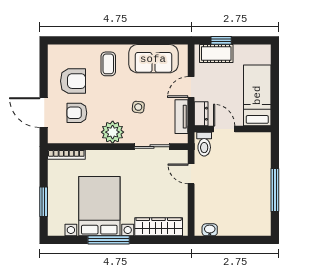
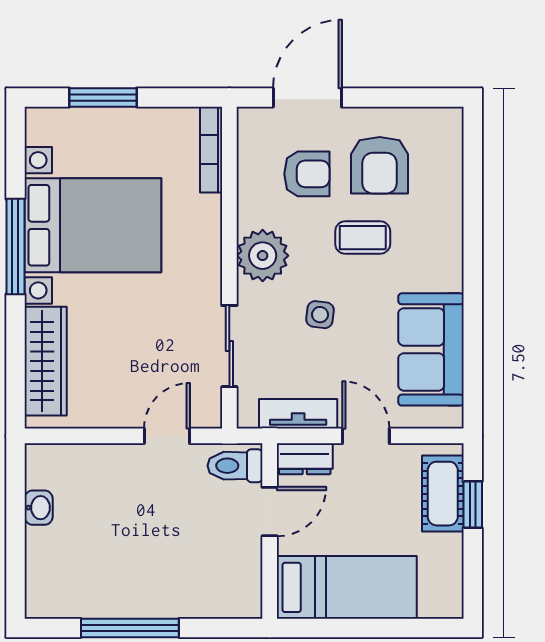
coffee table: (108, 64) -> (363, 238), moved
armchair: (77, 113) -> (307, 174), turned 90
washbasin: (210, 230) -> (39, 508), moved

